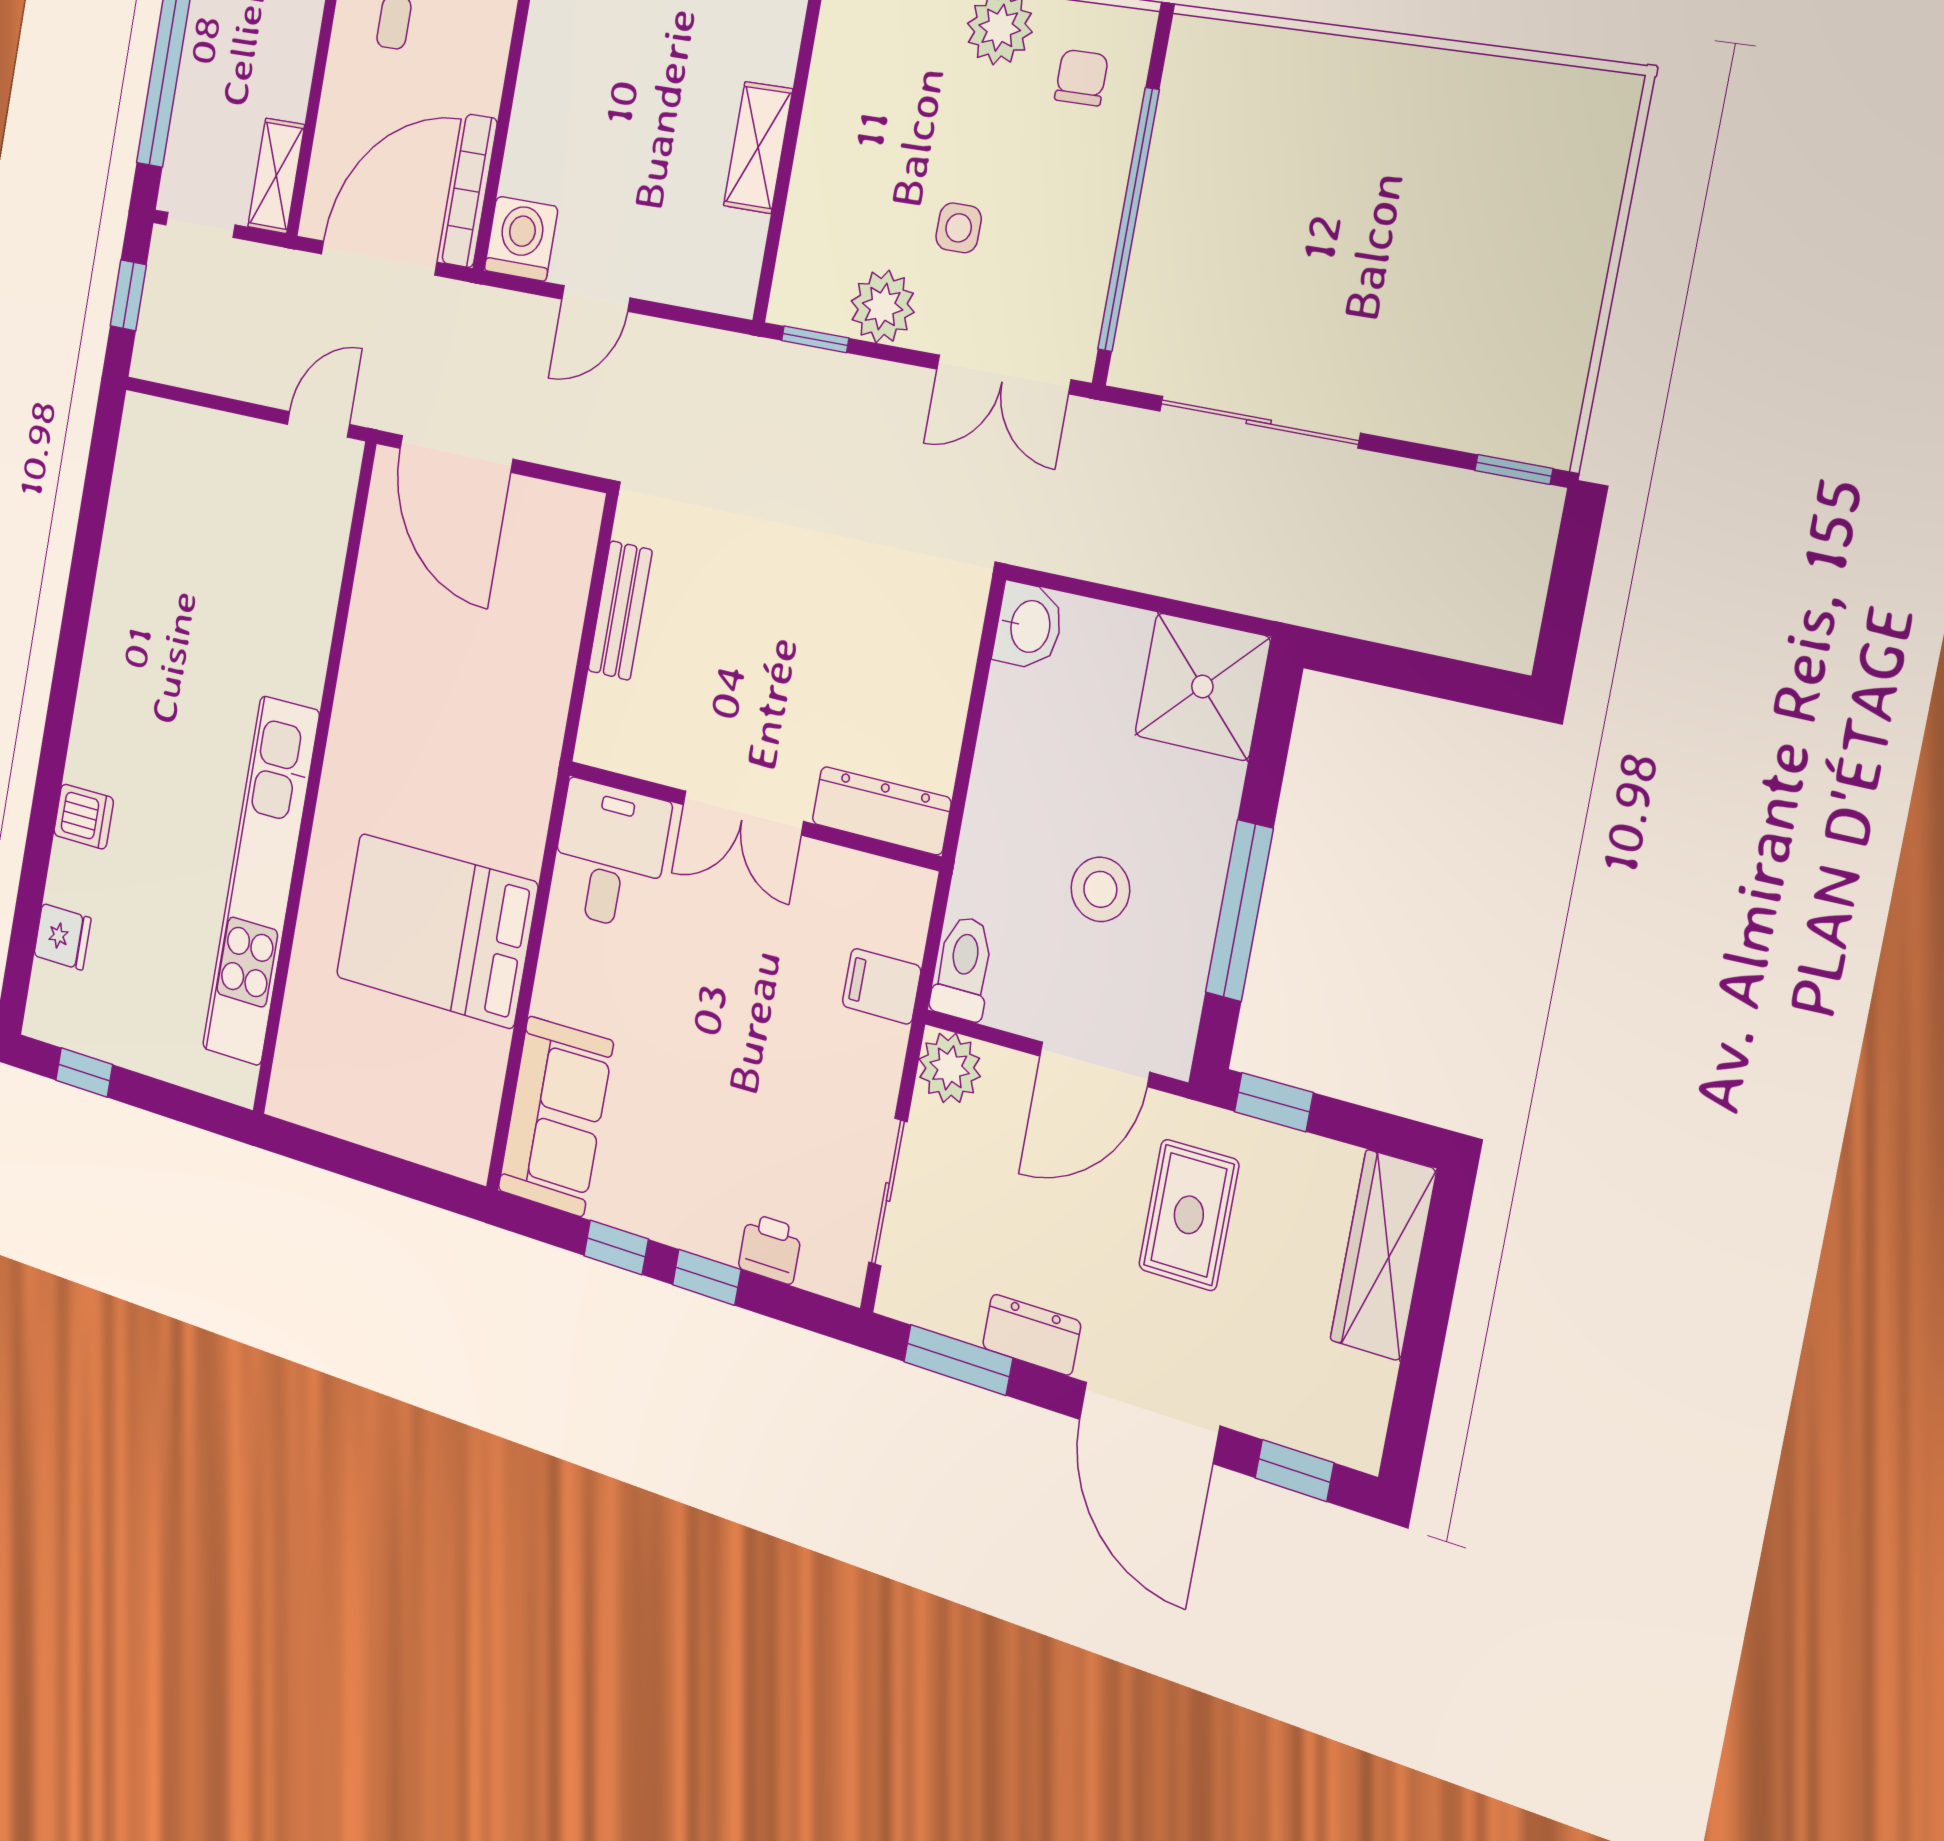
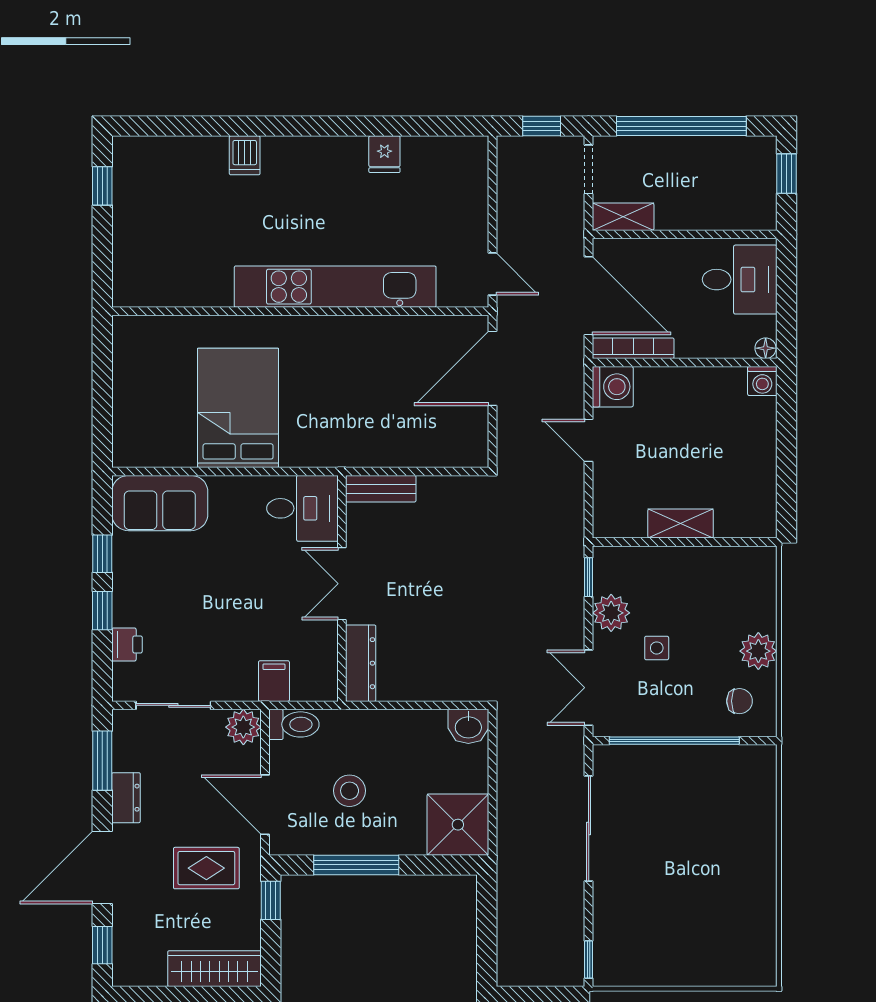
bench: (620, 610) -> (381, 489), moved
kitchen unit: (261, 881) -> (335, 287), moved
fridge: (62, 937) -> (384, 154), moved

